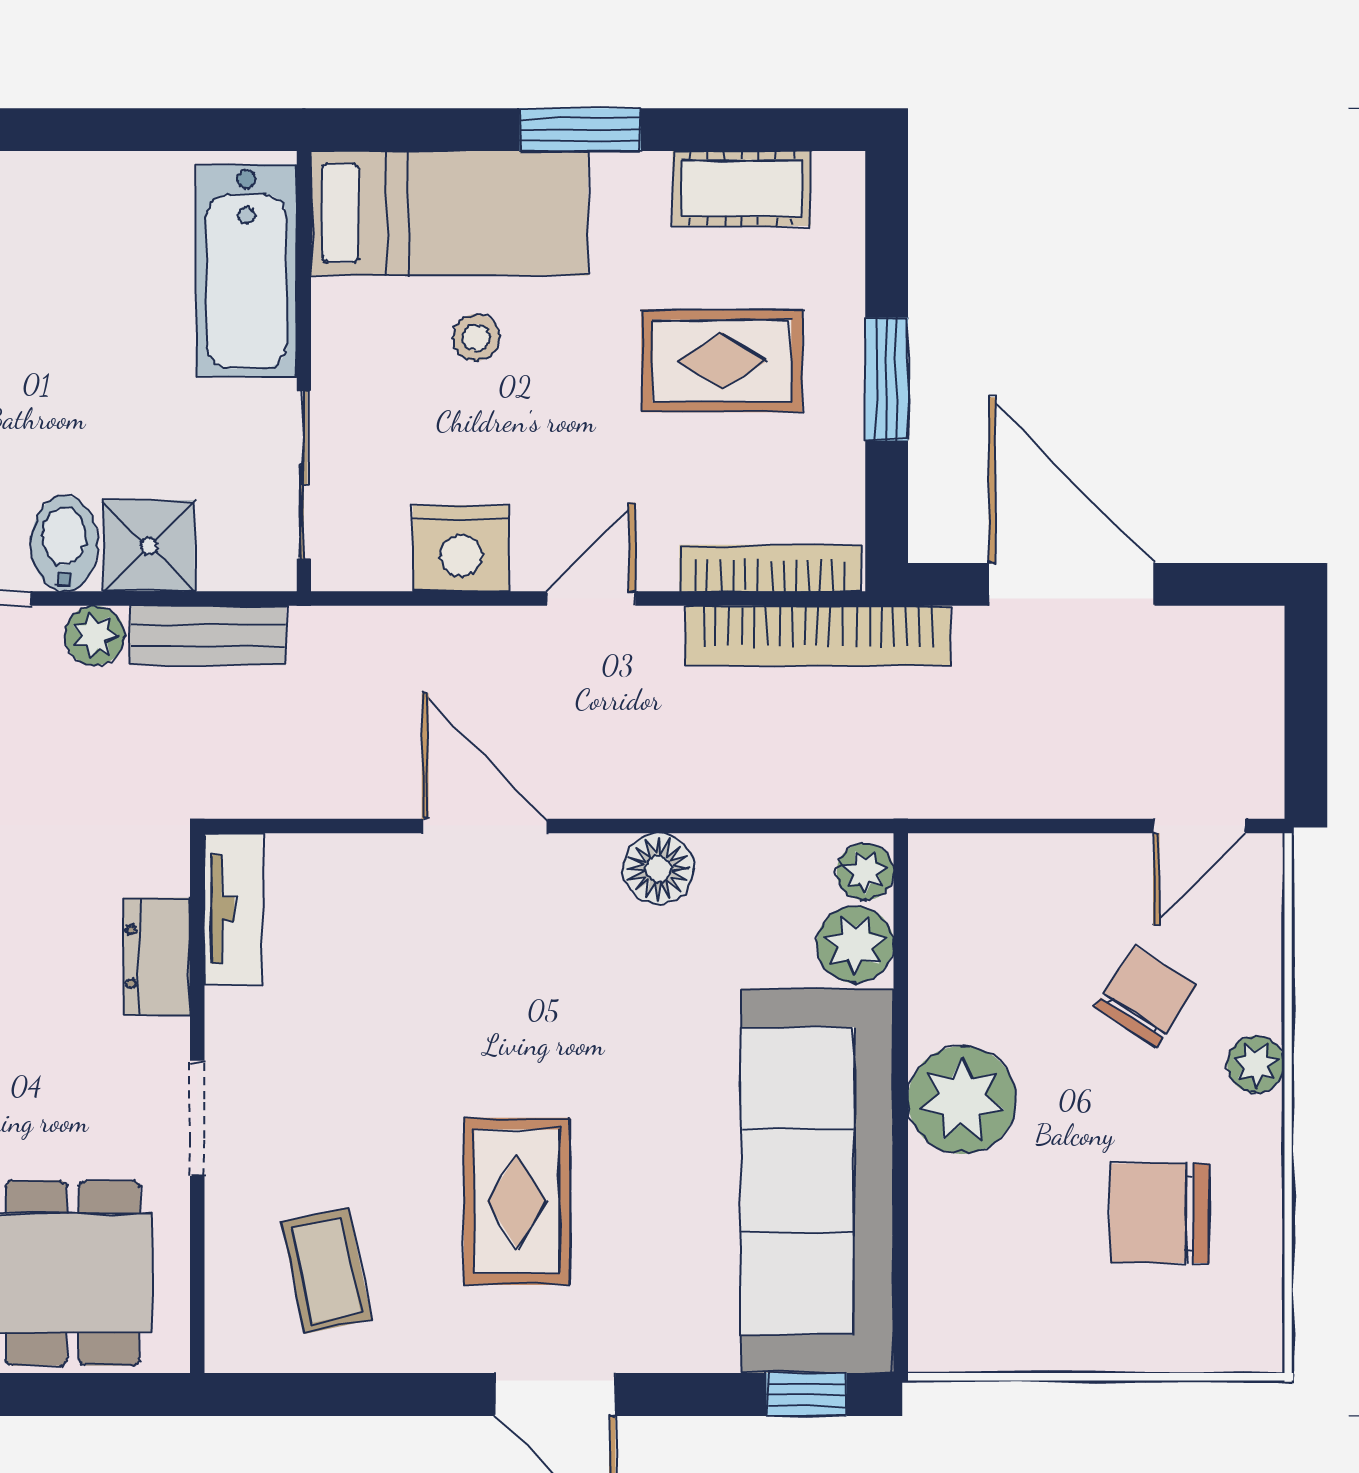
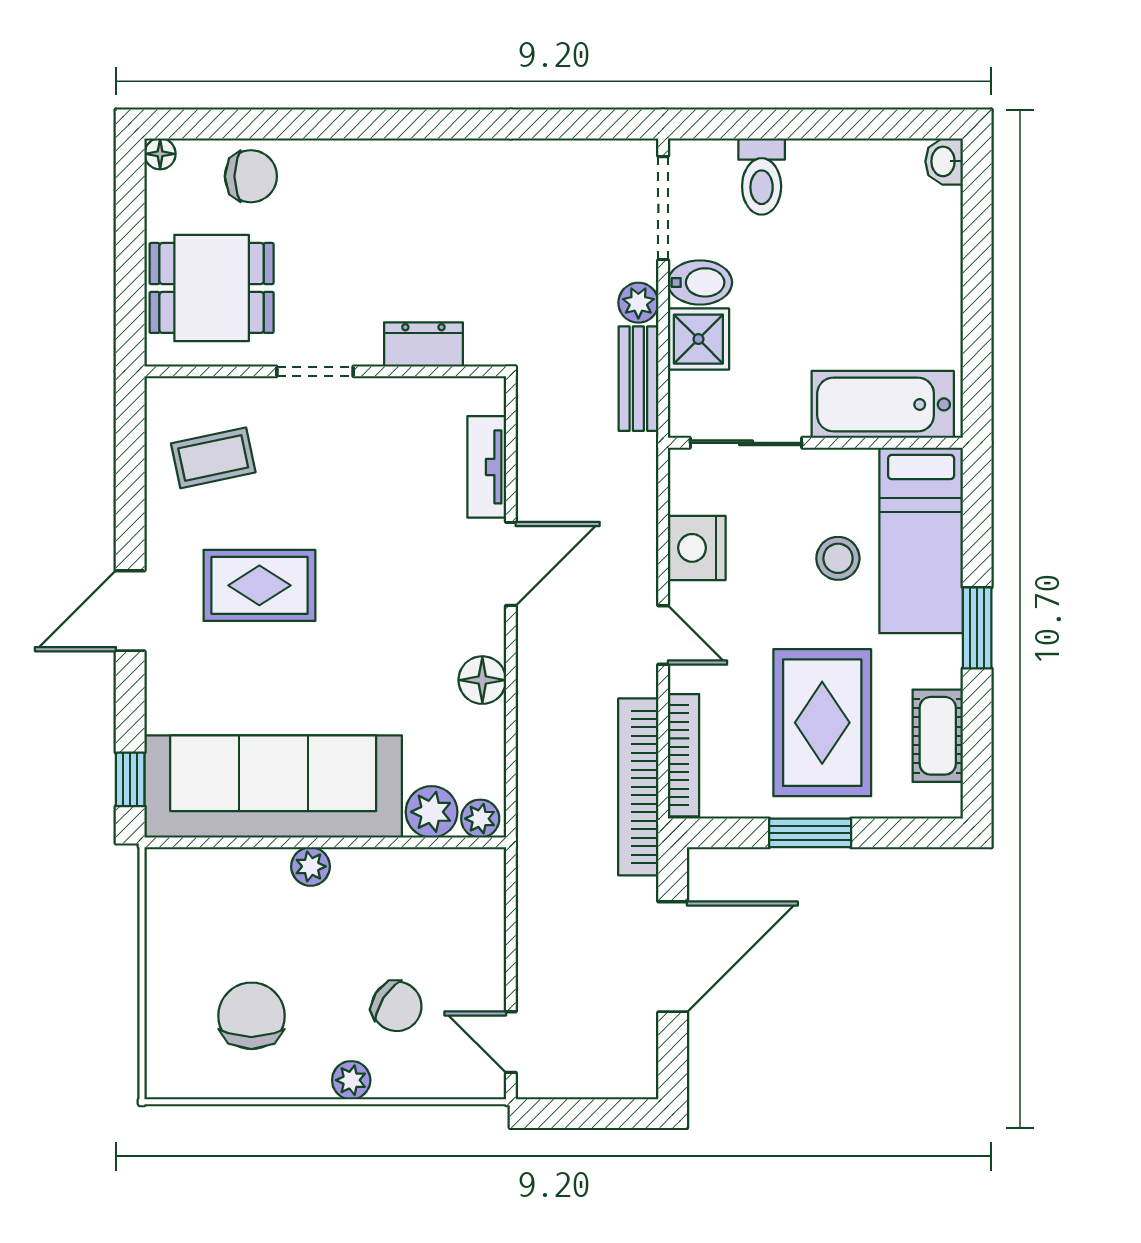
stool: (476, 337) -> (838, 558), width x1.37, depth x1.37
rug: (722, 361) -> (822, 723), width x1.36, depth x1.43
tv unit: (233, 909) -> (487, 467), moved, turned 90
plant: (962, 1100) -> (311, 866), width x0.53, depth x0.53

